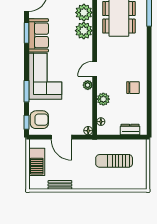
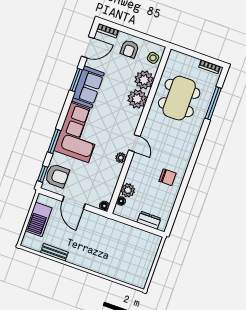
door: (95, 69) -> (134, 143), swing flipped
plant: (103, 99) -> (128, 190), moved
sun lounger: (114, 161) -> (120, 247), removed

